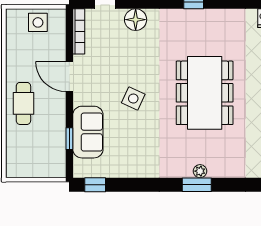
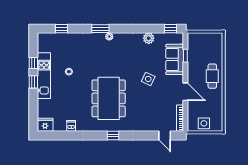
floor lamp: (136, 20) -> (147, 125), removed
dining table: (205, 93) -> (109, 98), moved
plant: (132, 168) -> (149, 38), added
window: (197, 185) -> (100, 29), moved

